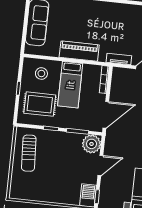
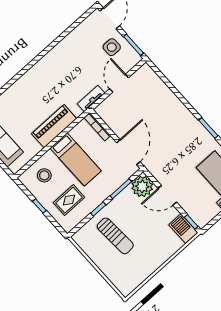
rug: (40, 104) -> (69, 200), width x0.73, depth x0.70
sun lounger: (29, 153) -> (115, 236), moved
door: (100, 165) -> (167, 195), swing flipped

